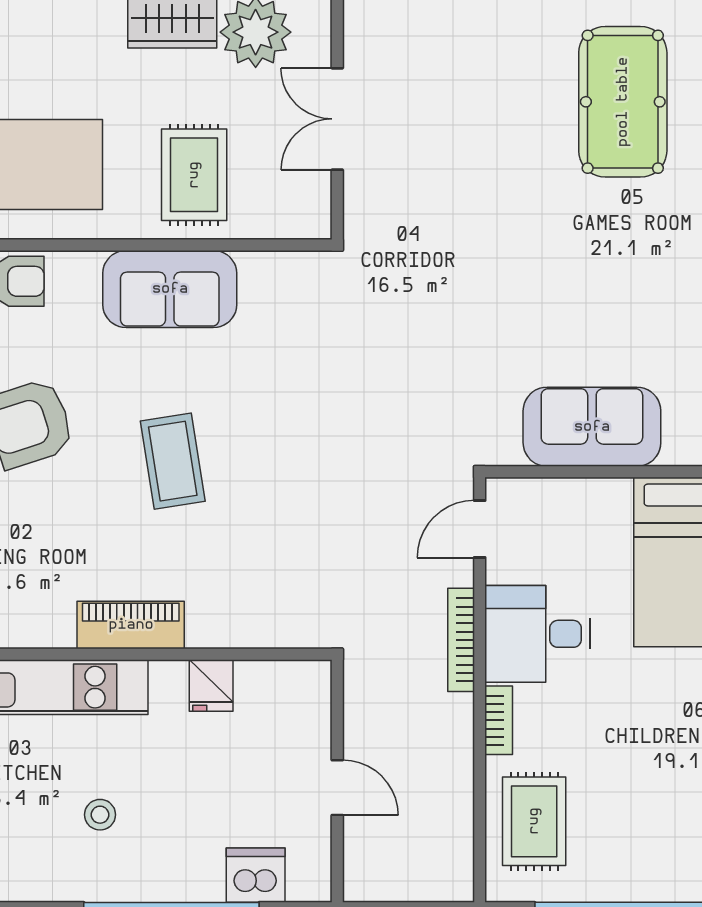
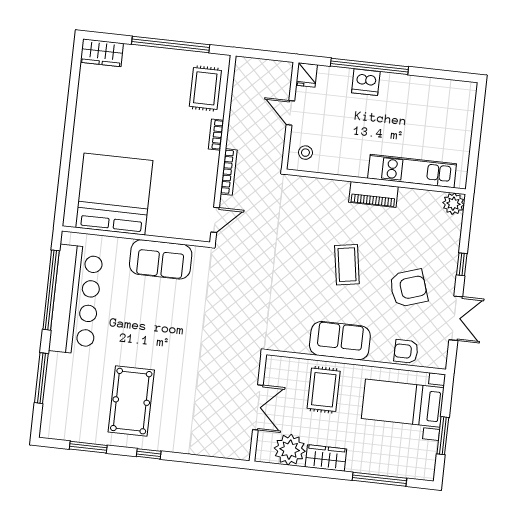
desk: (537, 634) -> (195, 171), removed
fridge: (211, 685) -> (307, 75), moved, turned 180
stool: (100, 815) -> (305, 153), moved
dishwasher: (256, 875) -> (366, 82), moved

